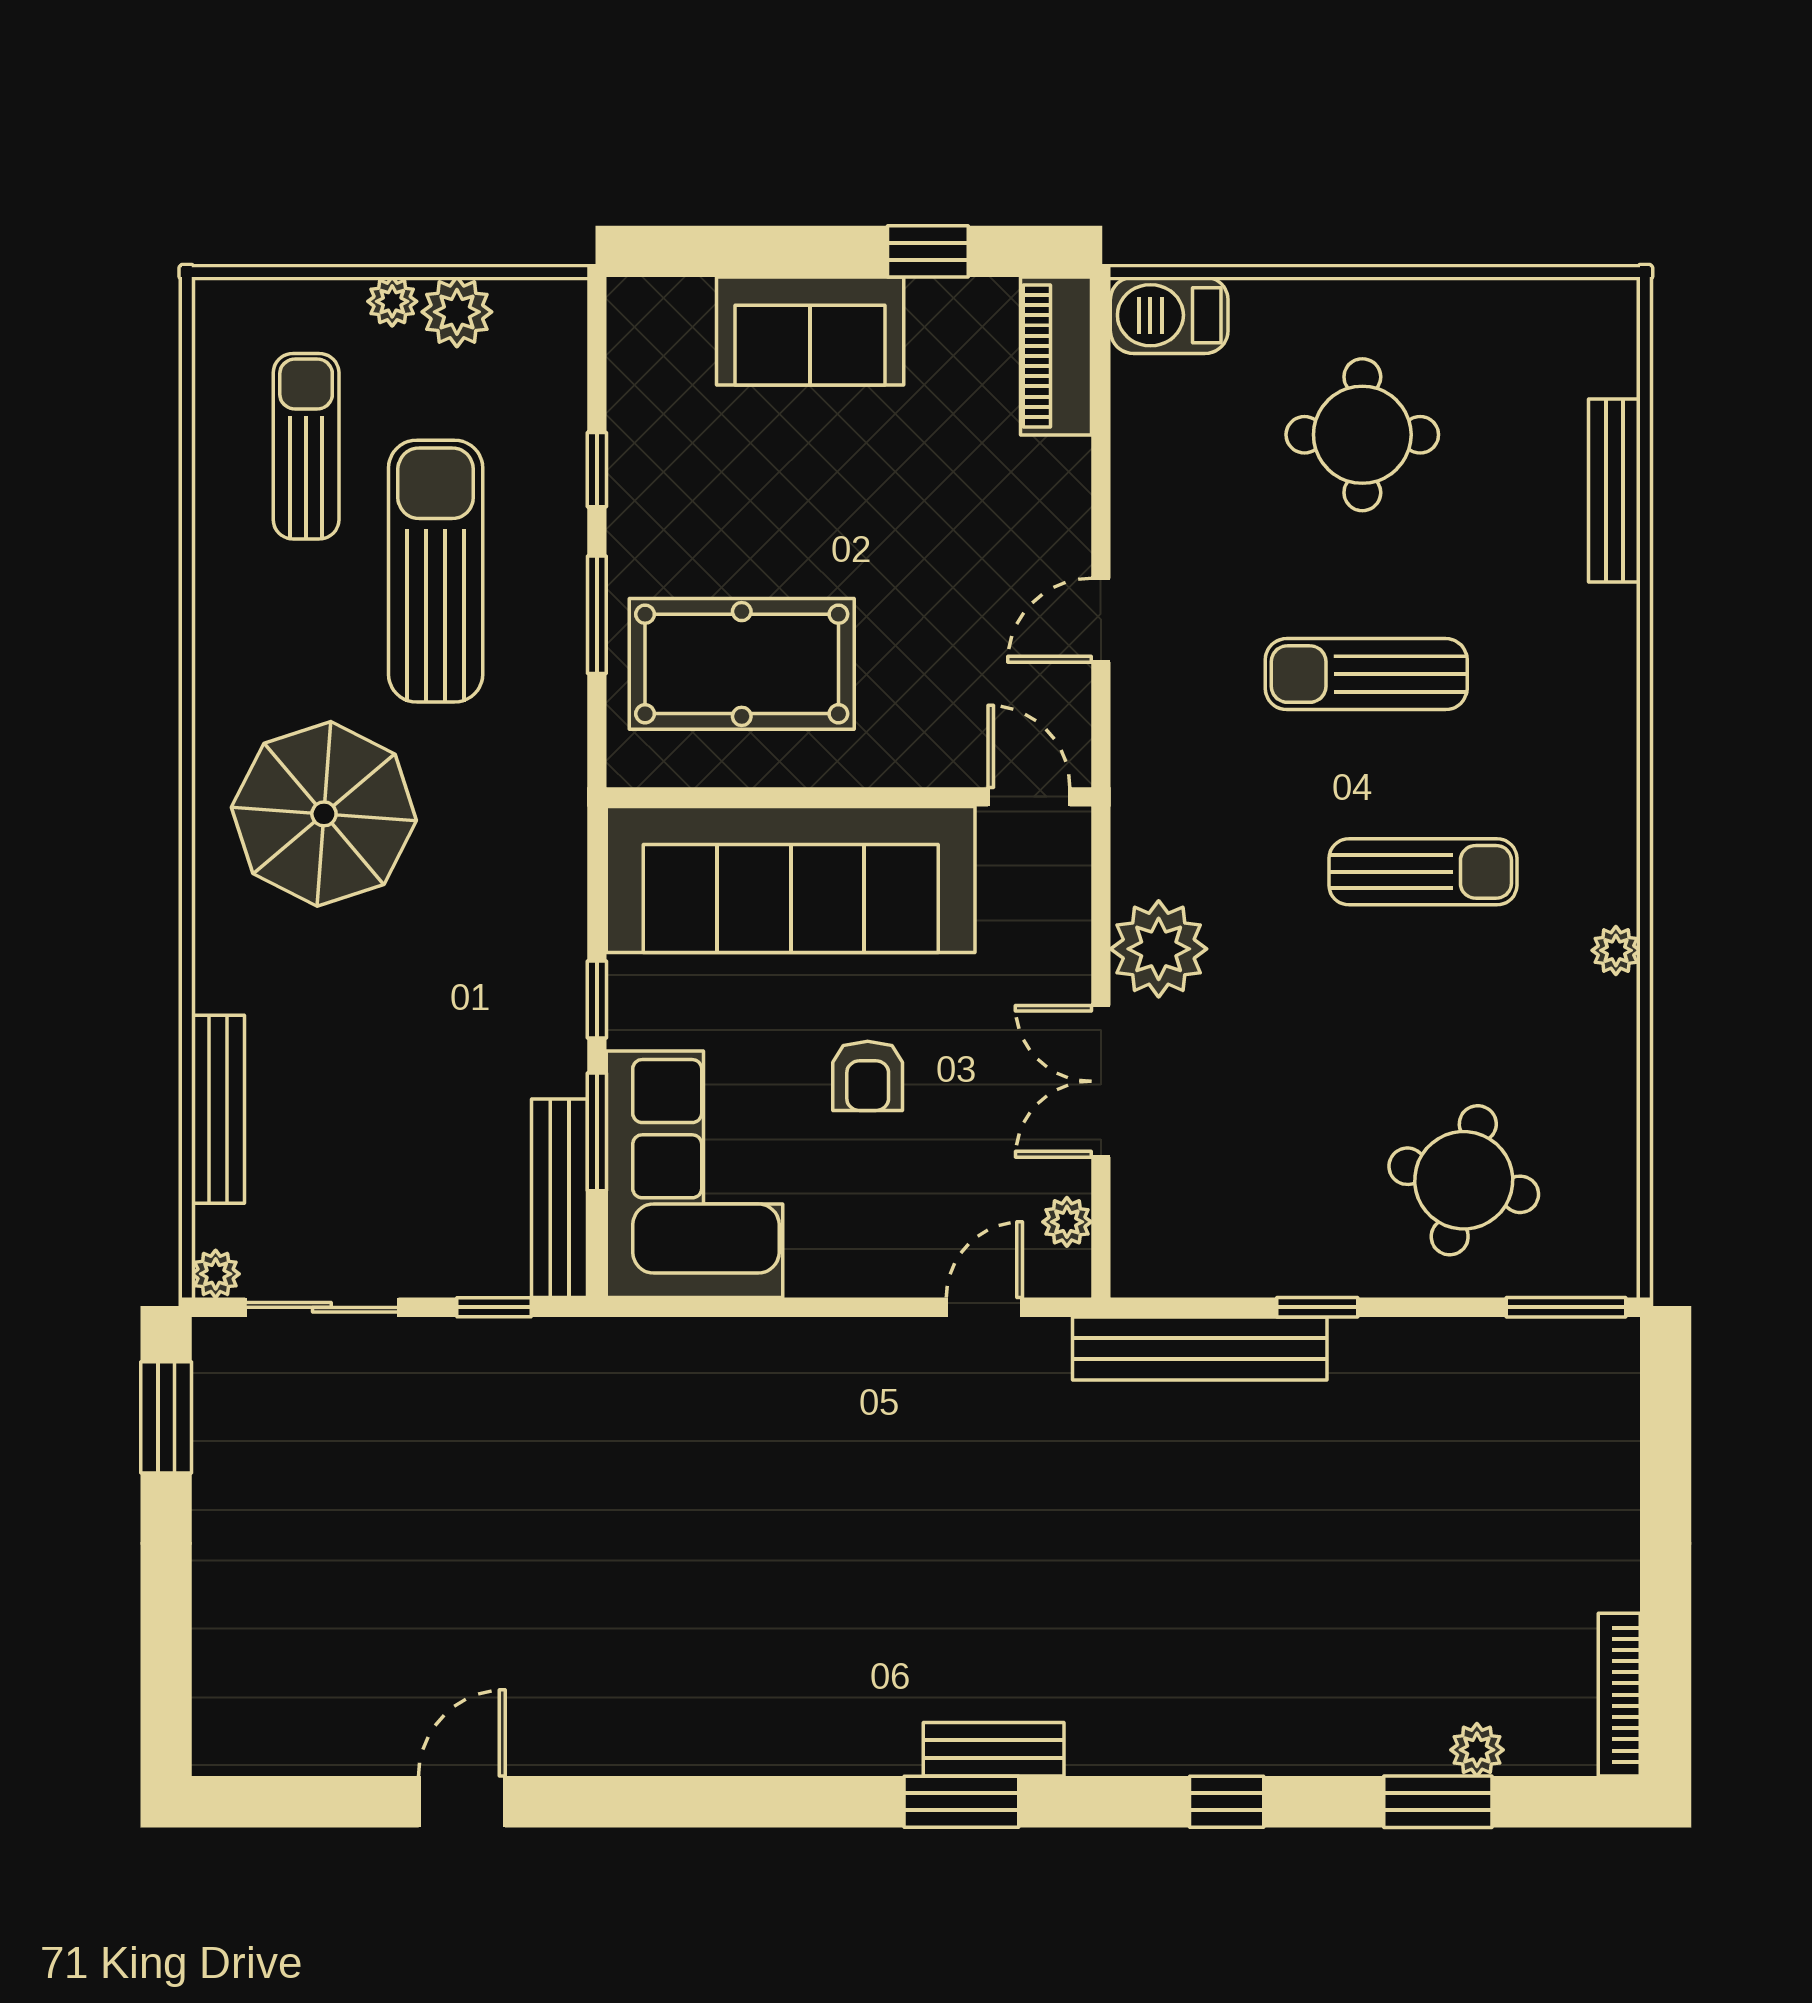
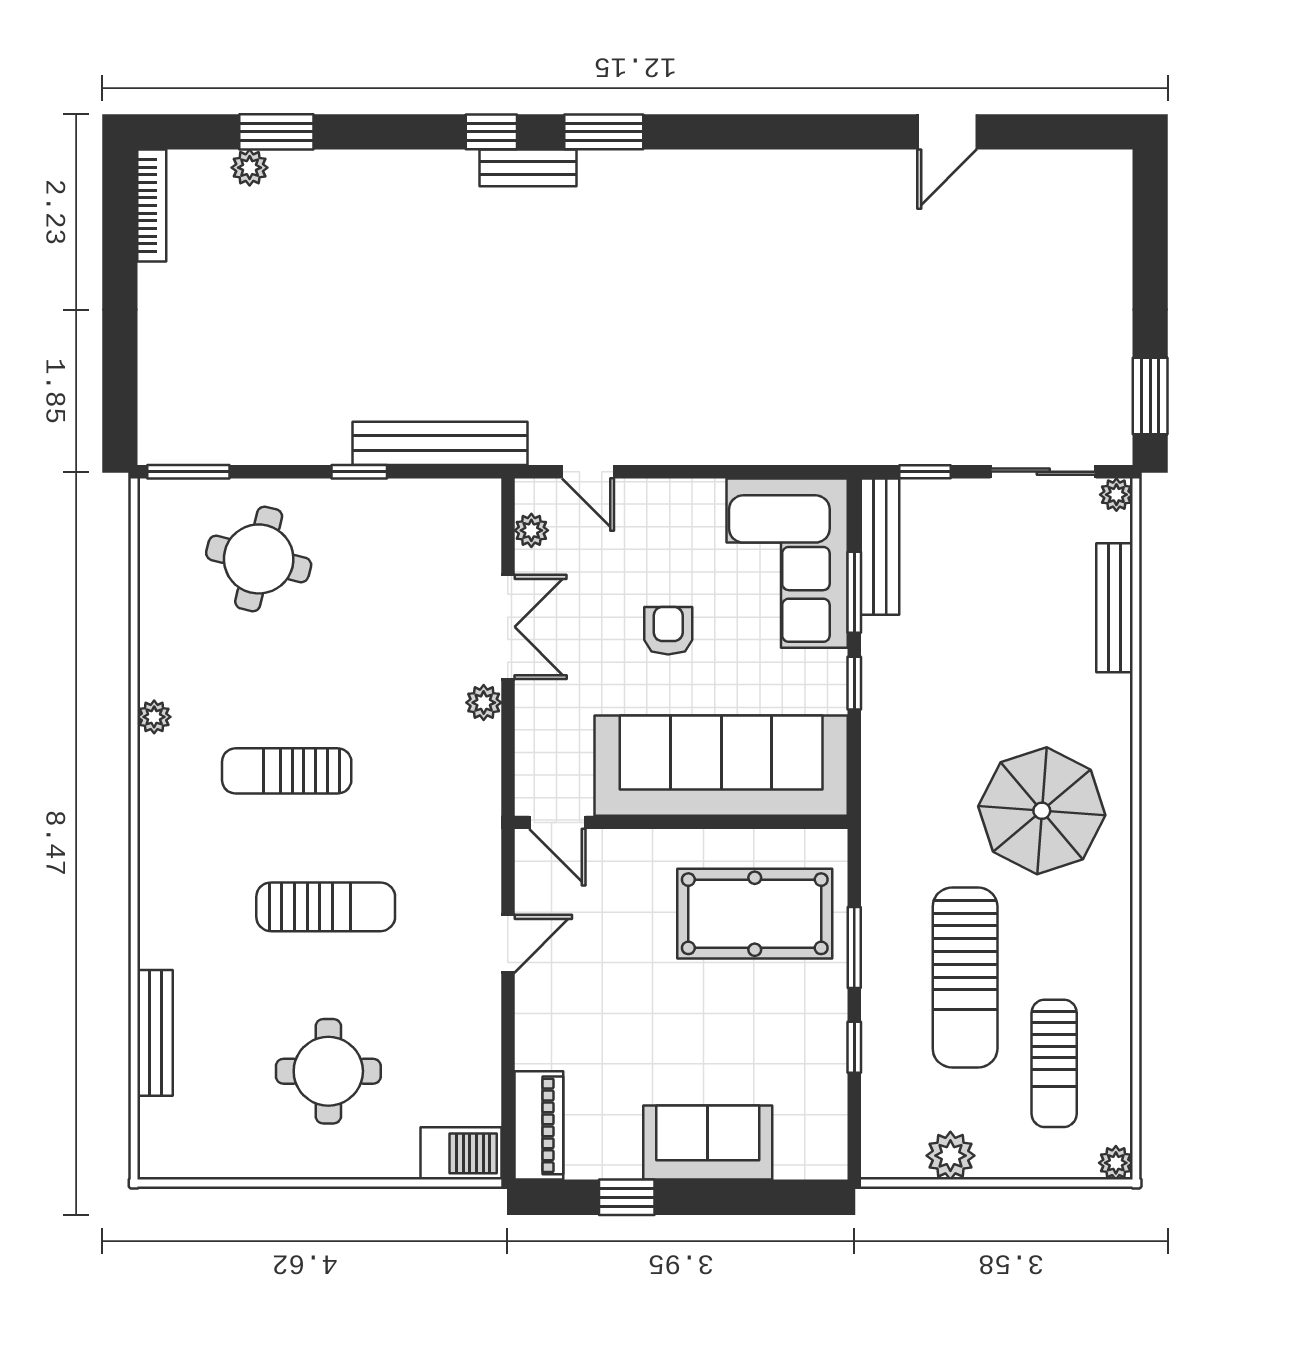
plant: (392, 301) -> (1116, 1163), moved
plant: (1159, 949) -> (484, 703), width x0.53, depth x0.53
door: (984, 1307) -> (588, 472), hinge flipped
bench: (994, 1749) -> (528, 168), moved
window: (1227, 1802) -> (491, 132), moved

